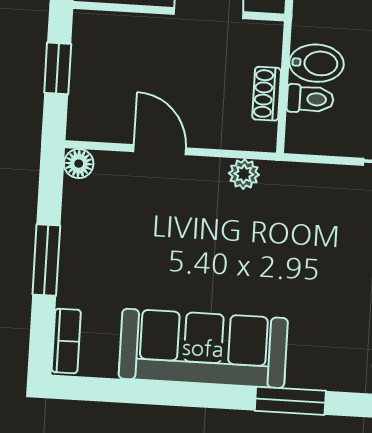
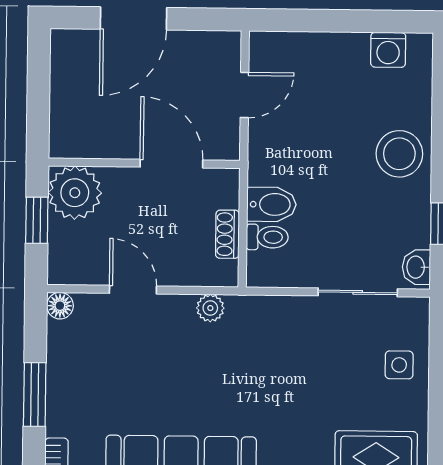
plant: (101, 40) -> (75, 193), added

